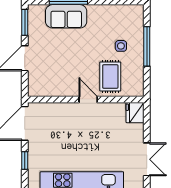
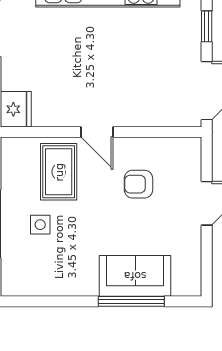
window: (25, 22) -> (207, 266), removed
armchair: (64, 69) -> (138, 184), added

